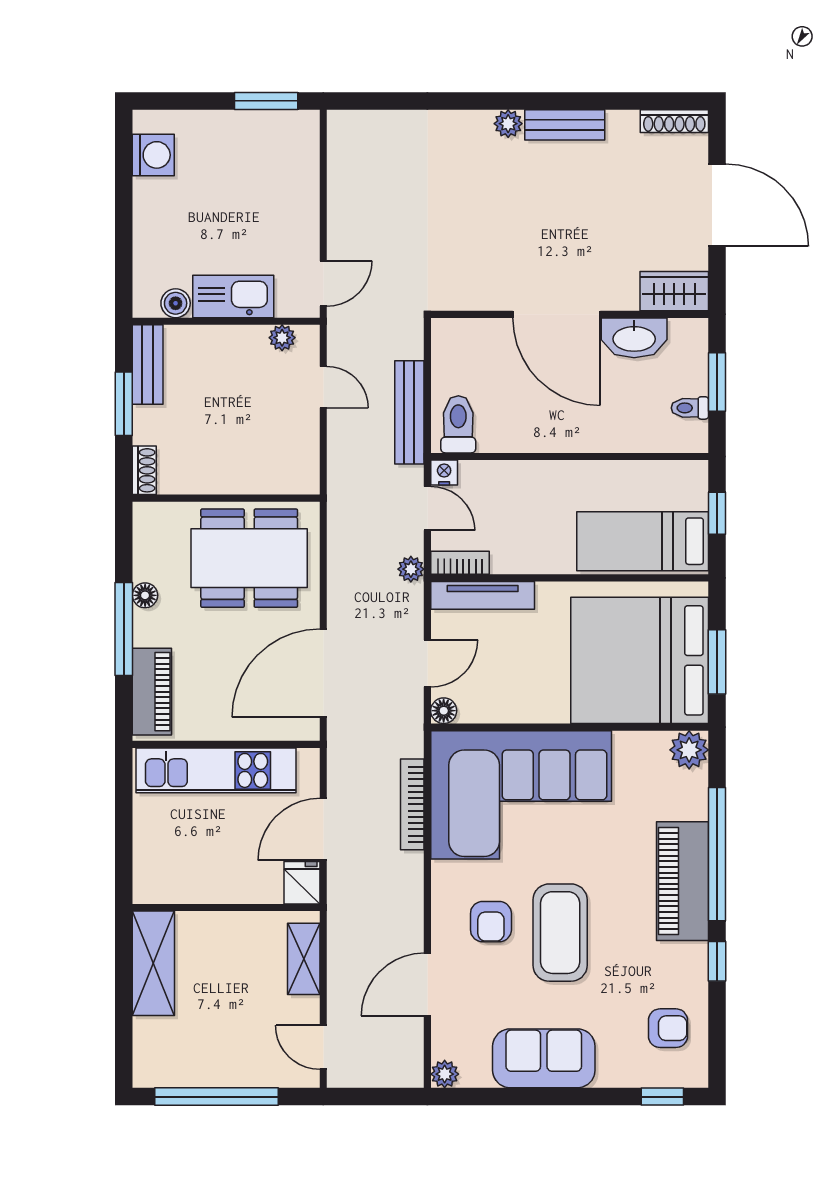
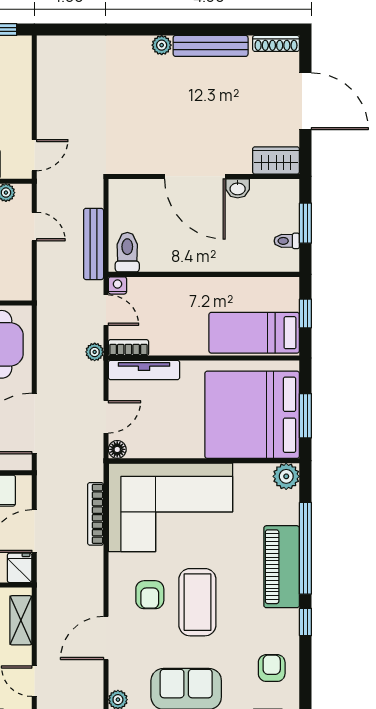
bench: (565, 125) -> (211, 46), width x1.36
washbasin: (634, 338) -> (238, 188), width x0.52, depth x0.69
armchair: (668, 1028) -> (272, 668), turned -90

